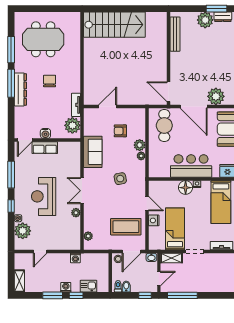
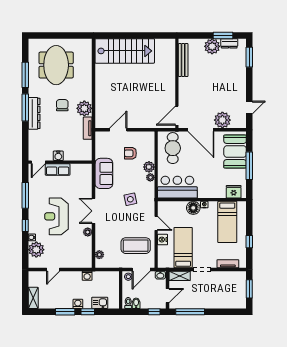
meeting table: (43, 39) -> (56, 65), turned 90
door: (169, 92) -> (177, 116), hinge flipped
plant: (72, 125) -> (84, 108), moved
bar counter: (191, 166) -> (177, 187), moved

